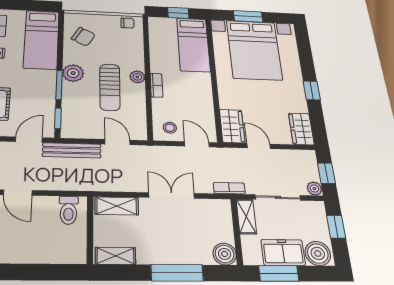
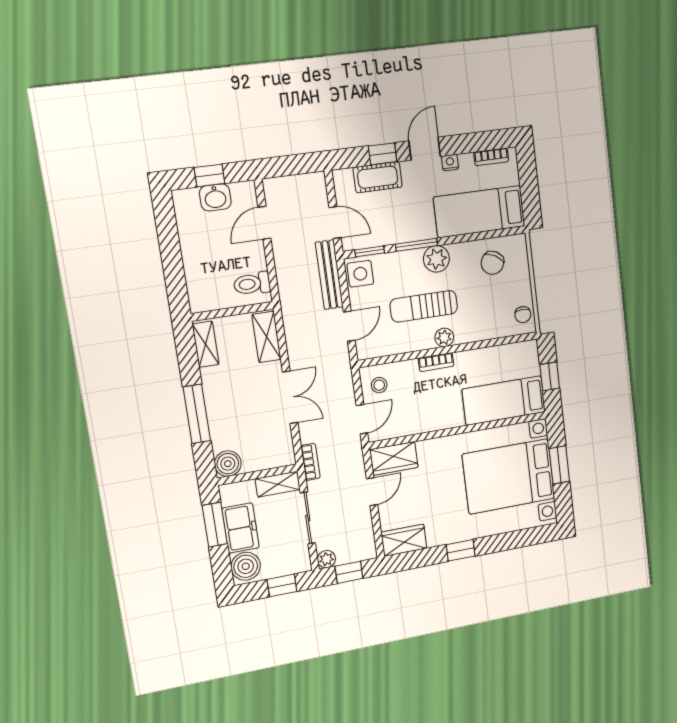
side table: (75, 128) -> (360, 274), added

